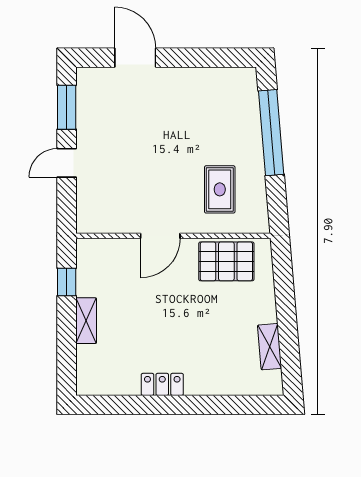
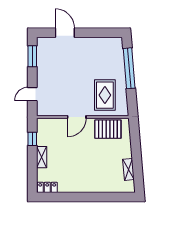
door: (67, 163) -> (32, 94), moved
rug: (220, 189) -> (105, 95), width x1.36, depth x1.43
locker: (162, 384) -> (47, 187), moved

